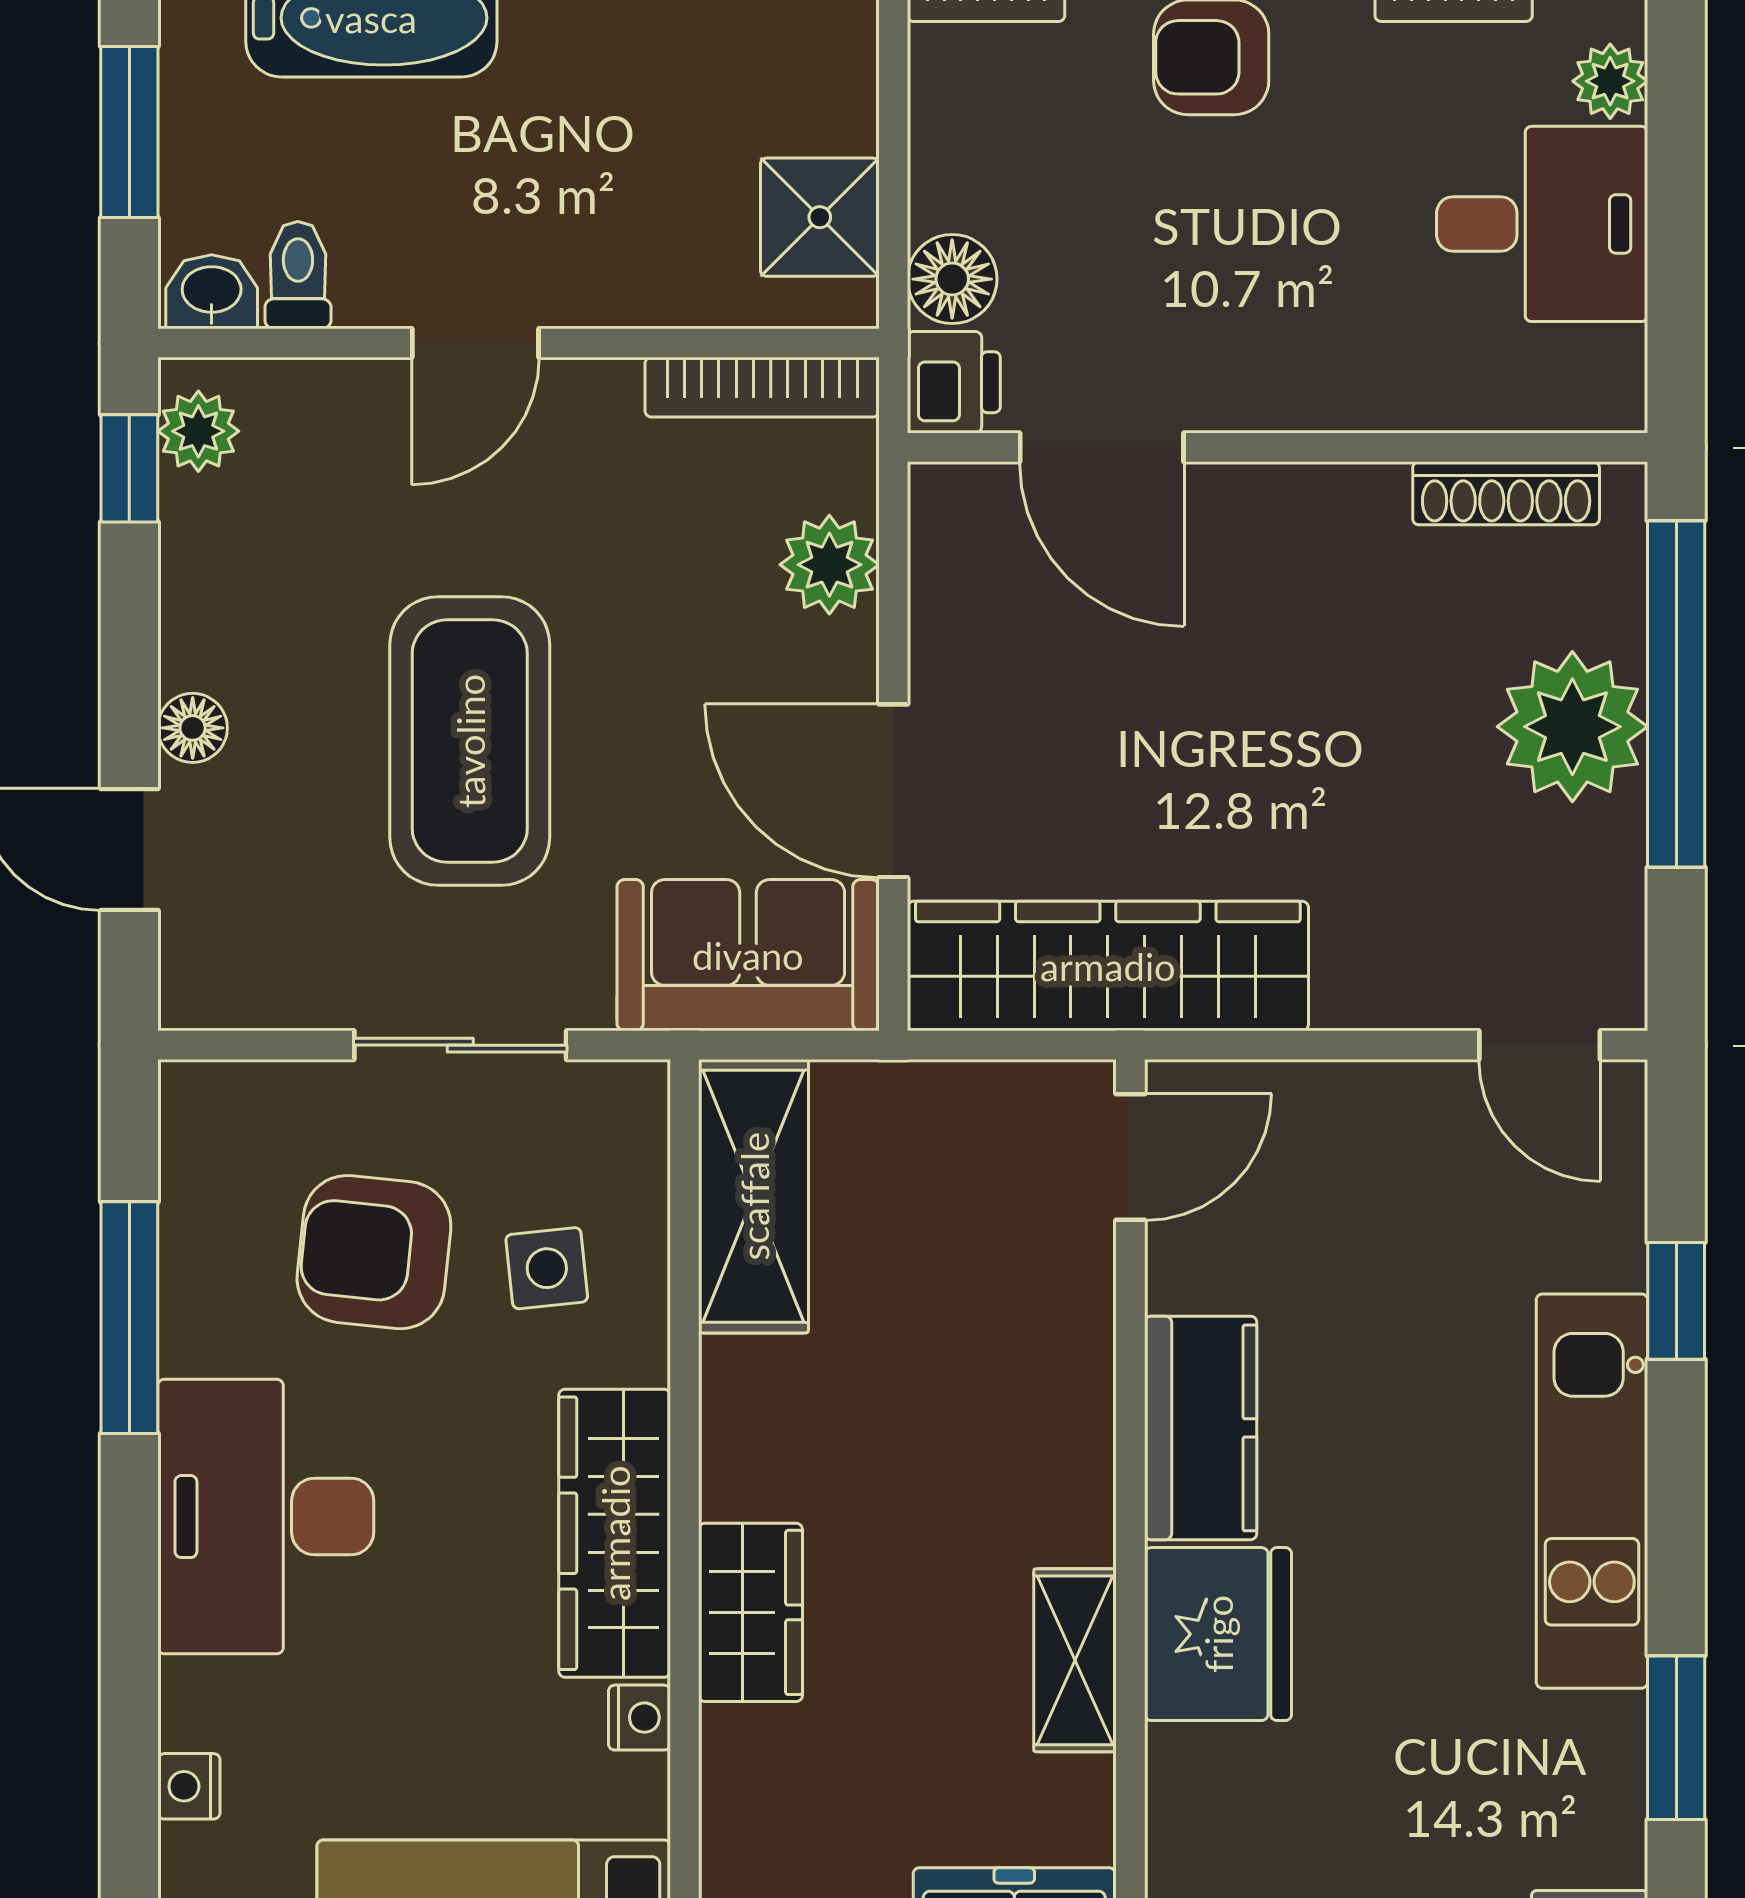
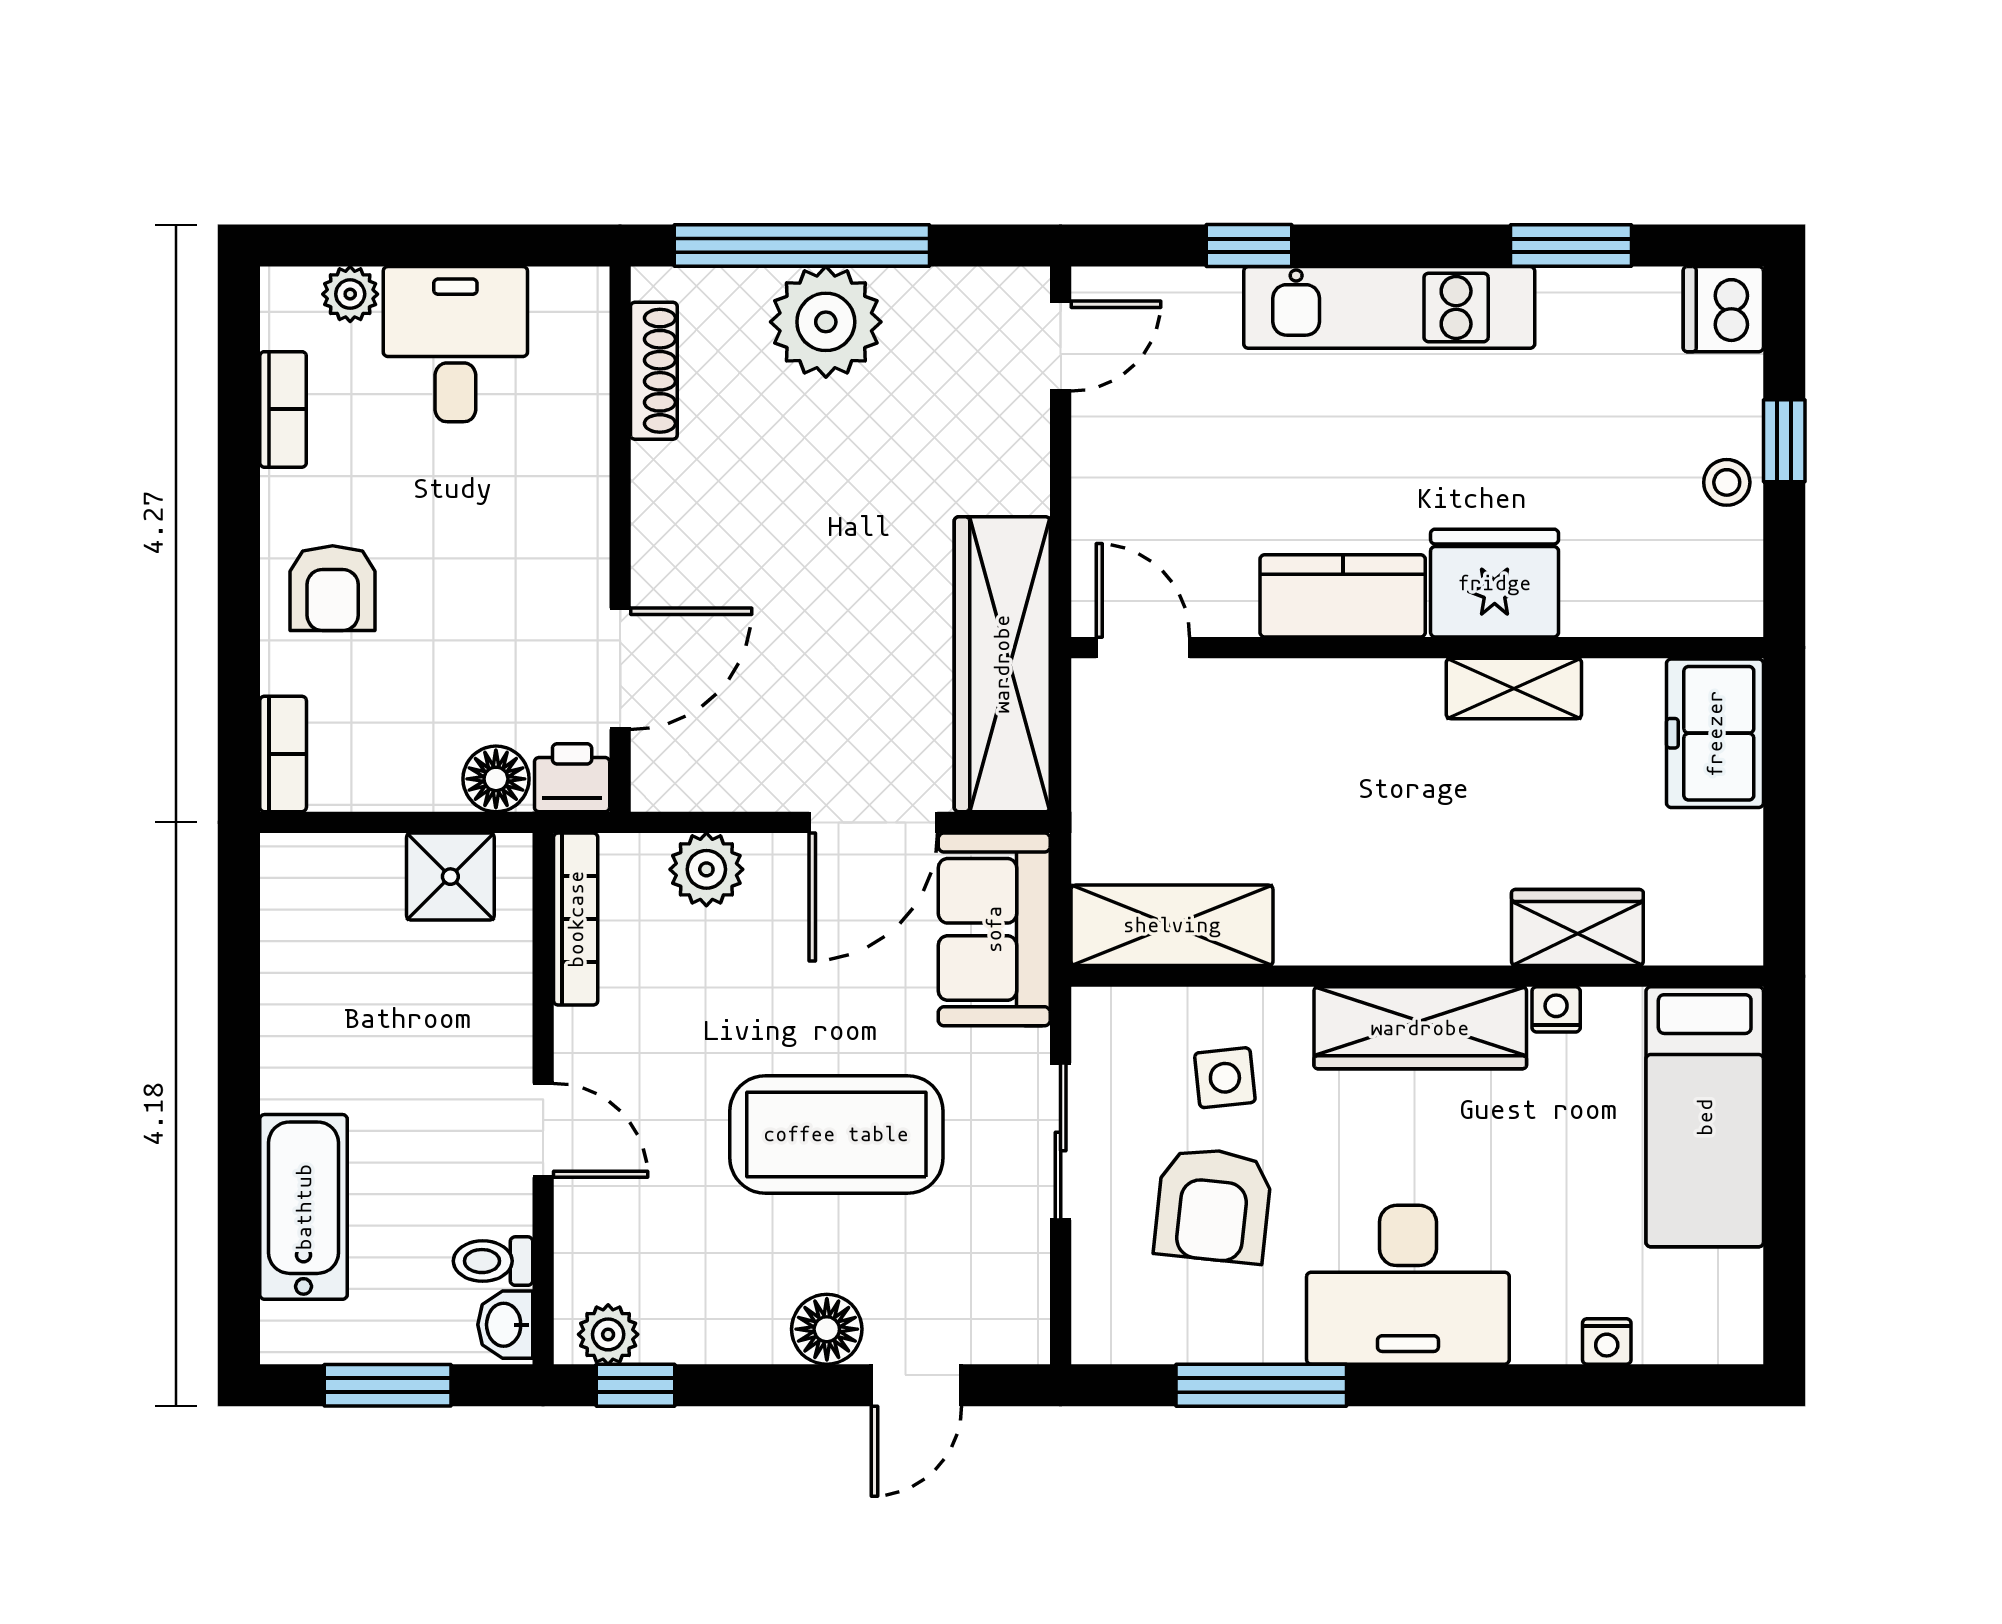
floor lamp: (193, 728) -> (827, 1329), width x1.37, depth x1.37
wardrobe: (751, 1612) -> (1577, 928), moved

